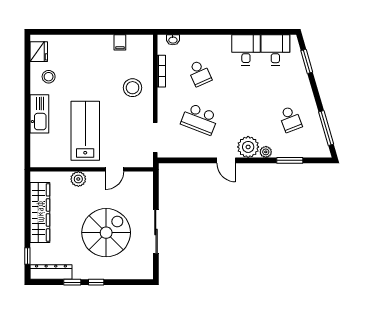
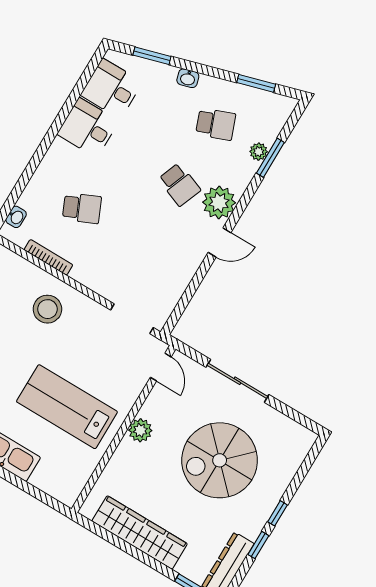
washbasin: (306, 89) -> (188, 78), added
school desk: (200, 119) -> (179, 185), moved, width x0.54
window: (326, 128) -> (256, 83), width x0.69
plant: (266, 152) -> (259, 152), moved
door: (115, 169) -> (161, 367), moved
plant: (78, 179) -> (140, 430), moved
sliding door: (156, 232) -> (237, 381), moved
spiral stairs: (106, 233) -> (220, 460), turned -90

